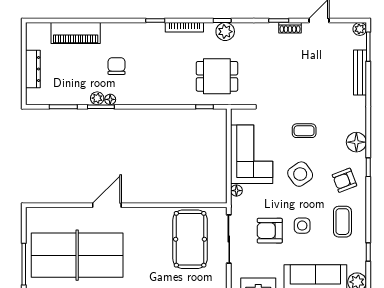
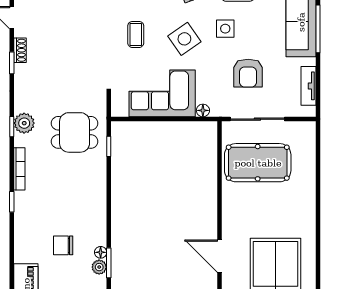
dining table: (217, 76) -> (75, 132), turned 90
side table: (302, 226) -> (225, 29), moved

